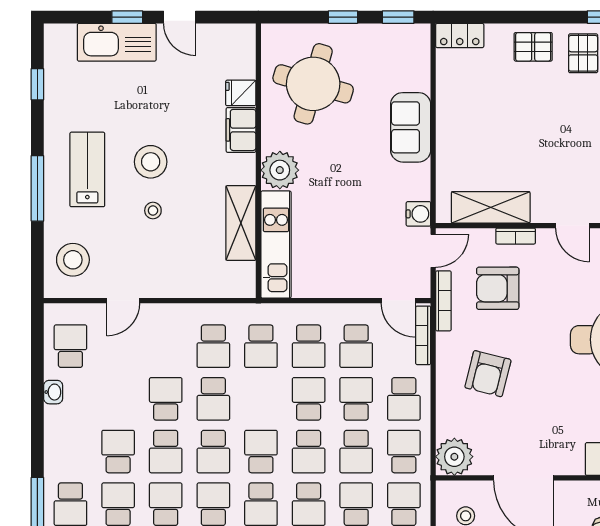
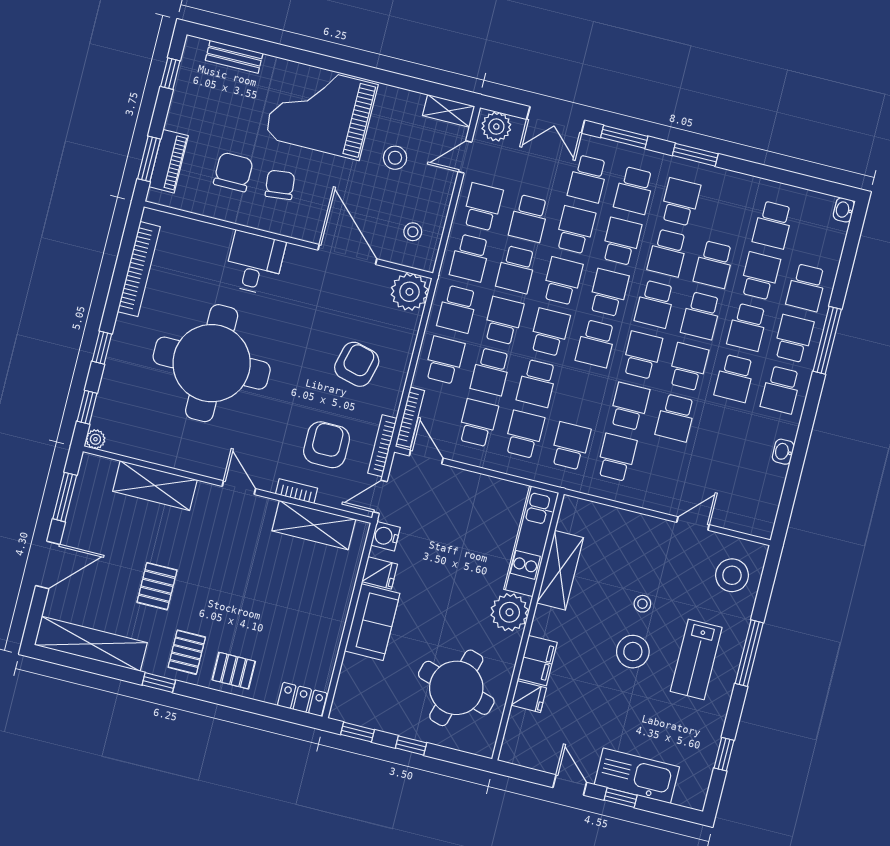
fridge: (415, 177) -> (380, 573), added
armchair: (498, 288) -> (327, 445), turned -90
school desk: (70, 346) -> (781, 390), moved

